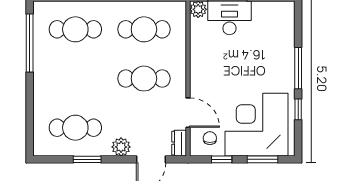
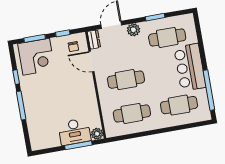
bar counter: (51, 80) -> (190, 67), added
corner desk: (256, 125) -> (36, 57), width x0.74, depth x0.74

